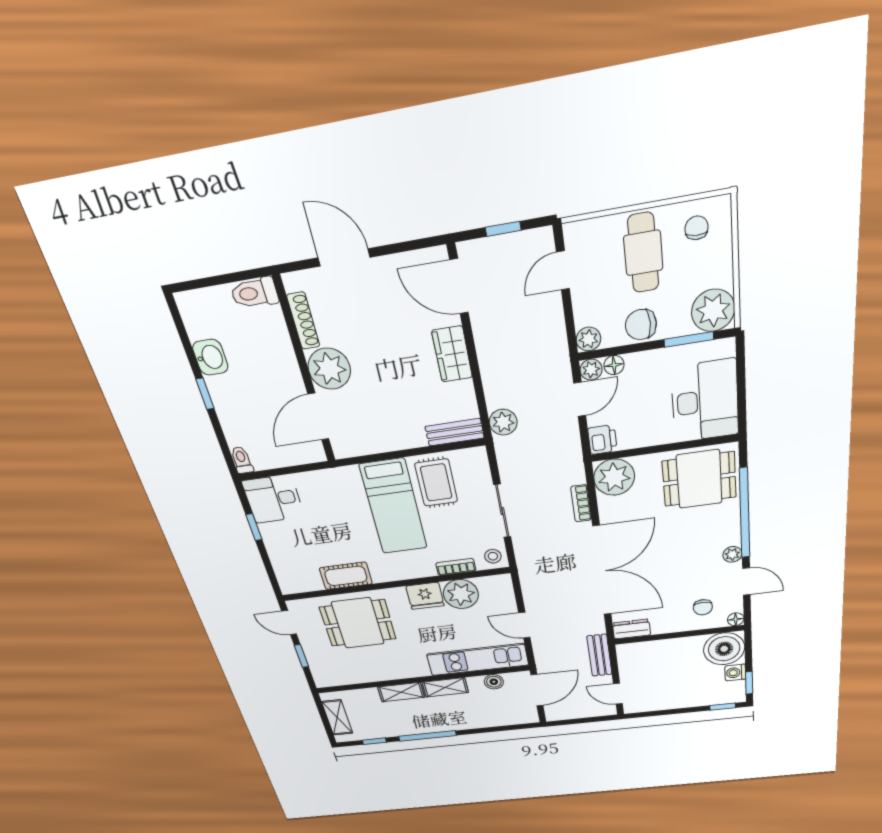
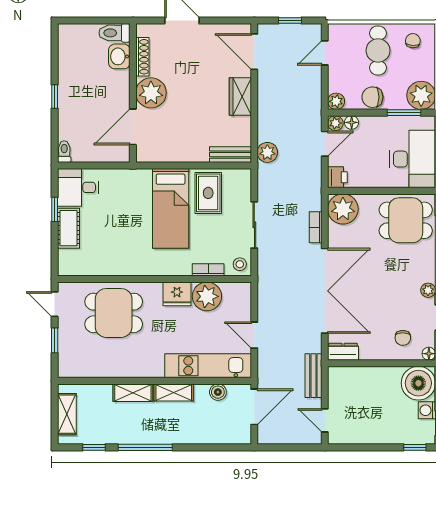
washbasin: (210, 357) -> (119, 56), moved, turned 180
cot: (346, 576) -> (68, 228), moved, turned 90

